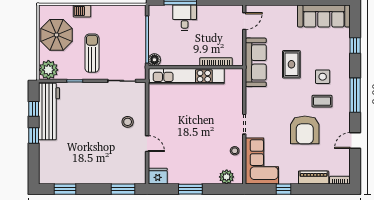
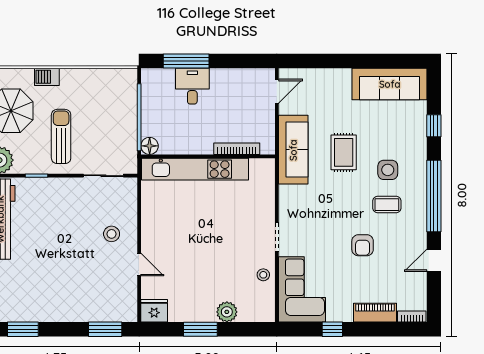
window: (355, 95) -> (434, 196), width x1.46
armchair: (305, 130) -> (363, 245), width x0.53, depth x0.53
plant: (227, 177) -> (227, 312), moved

